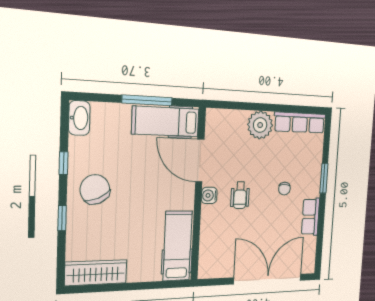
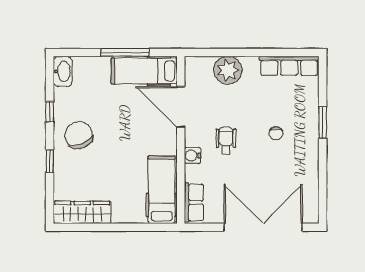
plant: (260, 125) -> (228, 70), moved
water cooler: (209, 195) -> (192, 156), moved
wheelchair: (240, 195) -> (226, 140), turned 180
row of seats: (311, 217) -> (194, 202), moved, turned 180

